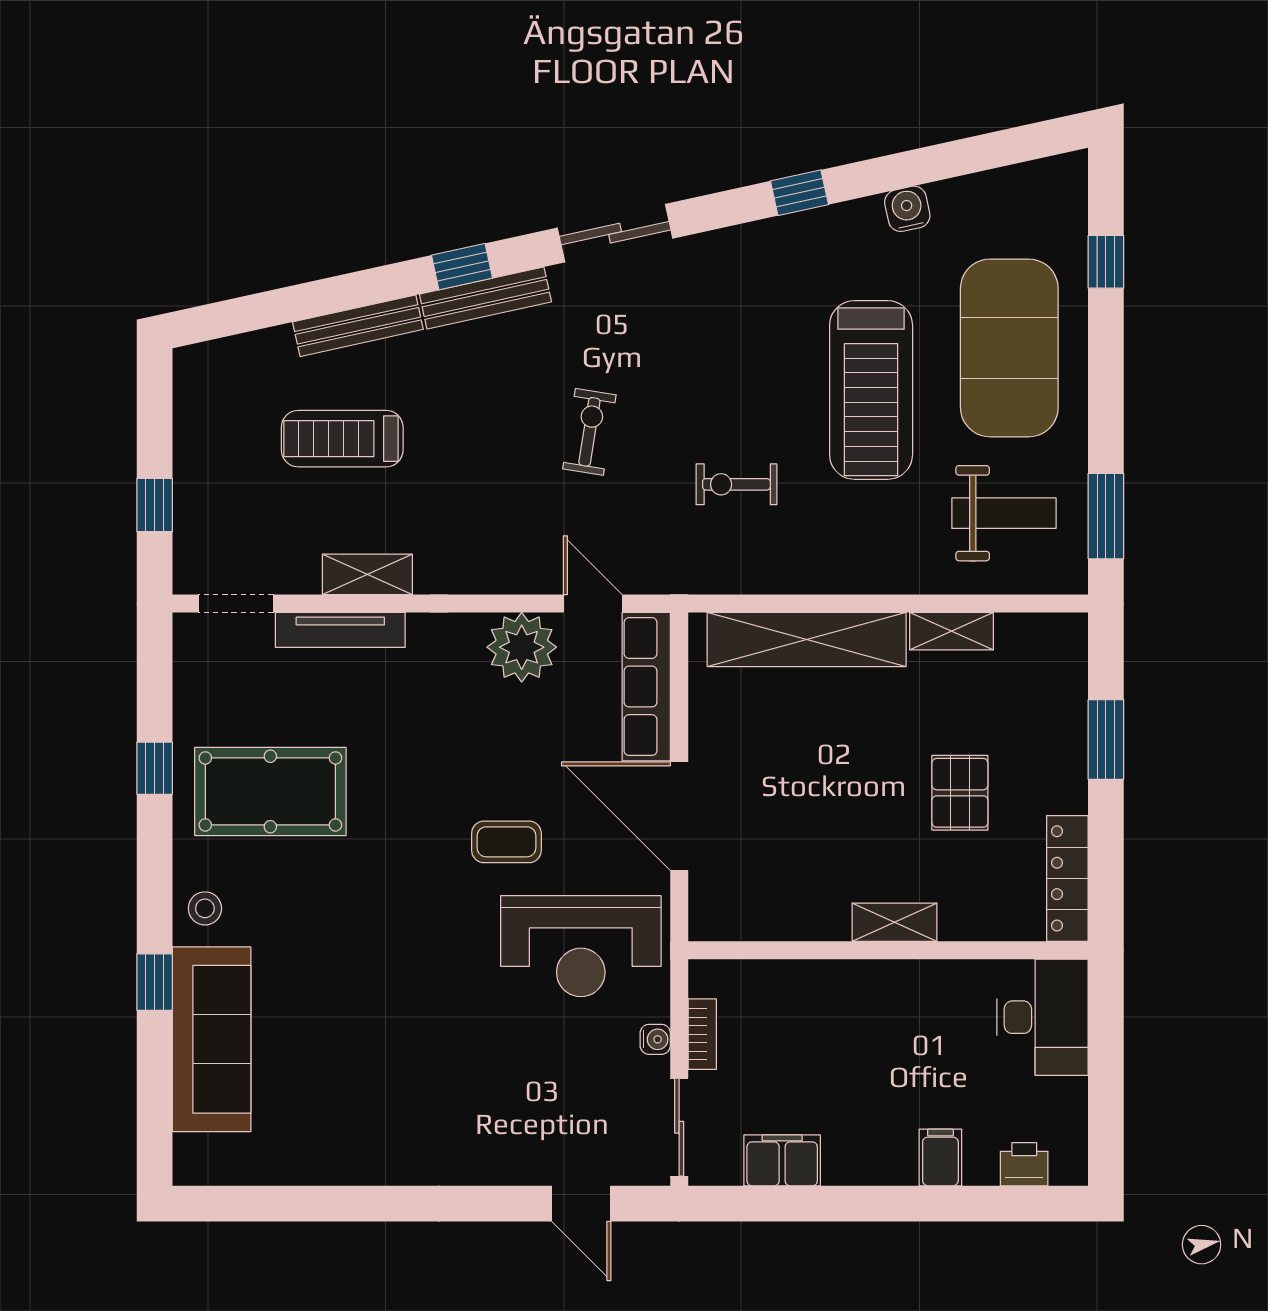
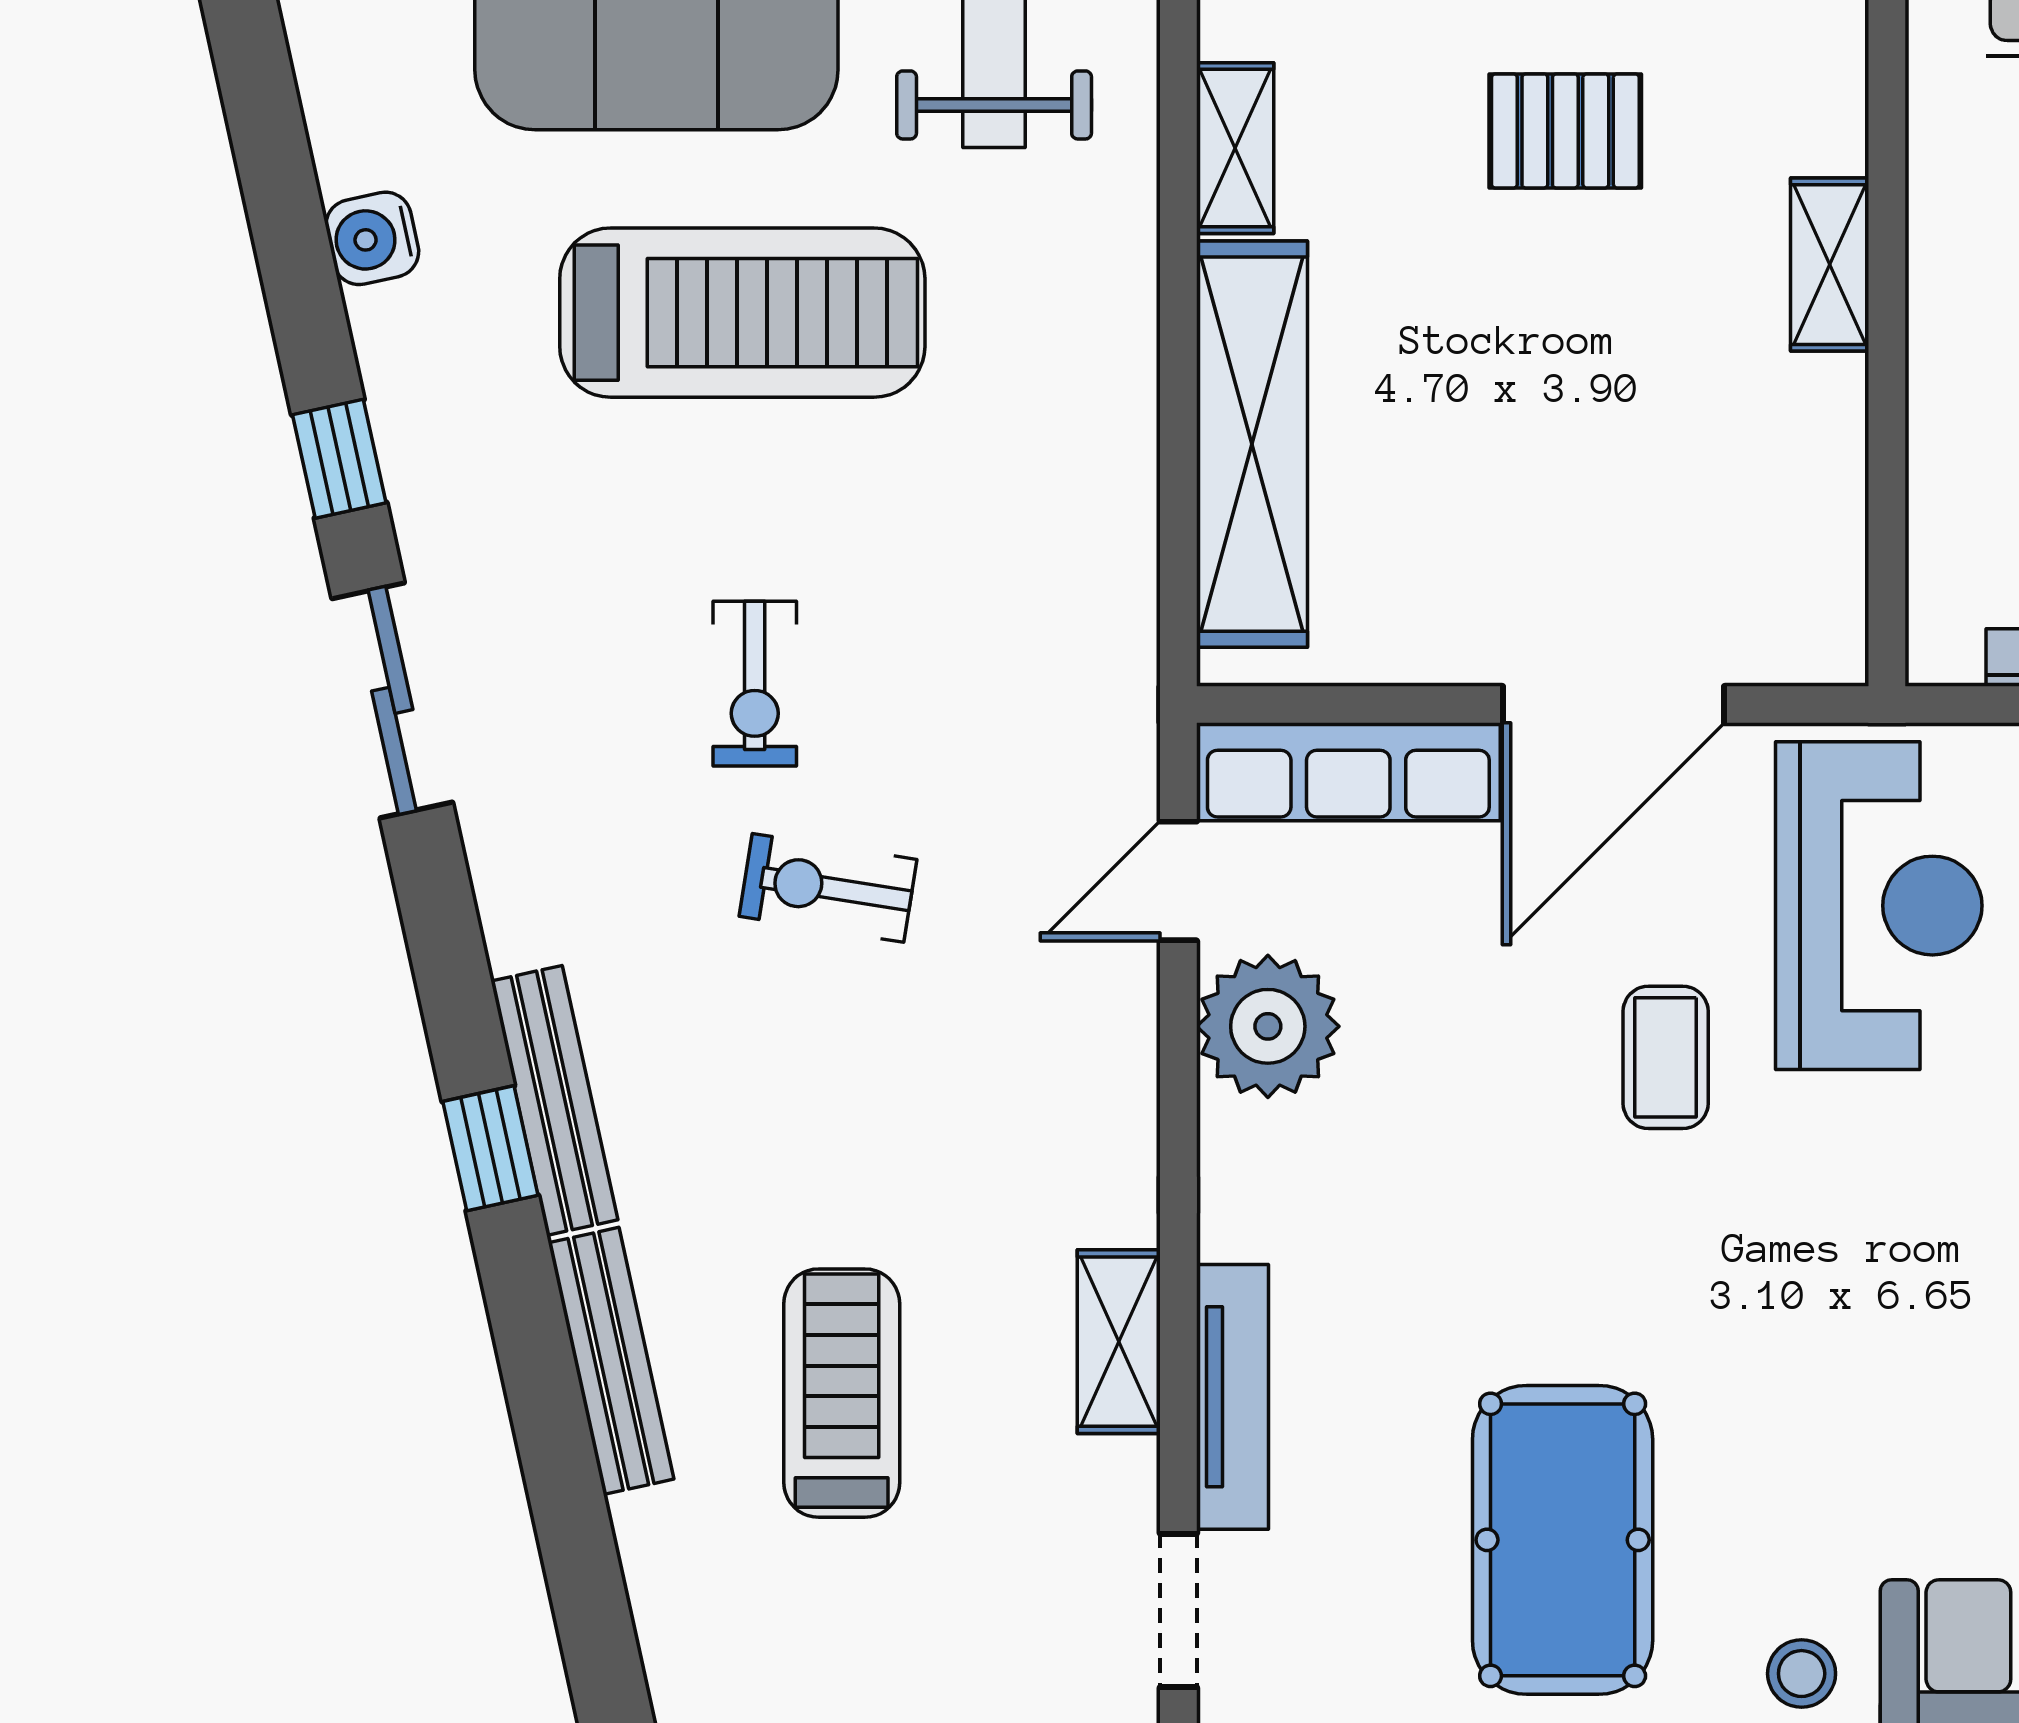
sliding door: (615, 233) -> (392, 700), moved
treadmill: (342, 439) -> (842, 1393), turned 180
exercise bike: (736, 484) -> (755, 684), moved

